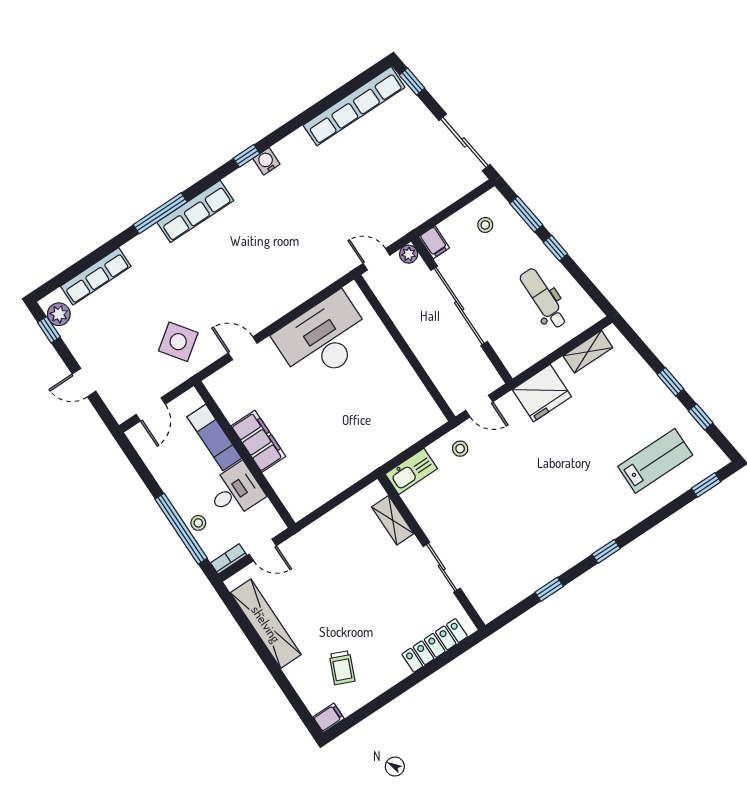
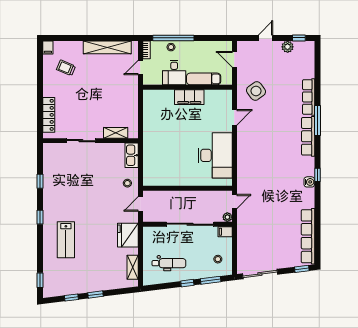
row of seats: (96, 276) -> (309, 97), moved
plant: (59, 314) -> (288, 47), moved
lab bench: (655, 461) -> (66, 240), moved

